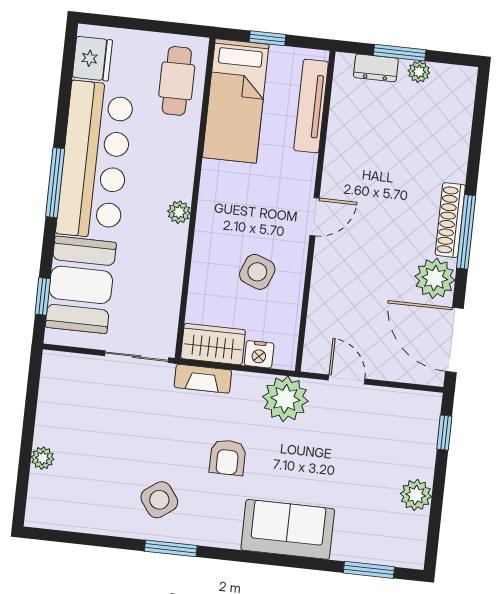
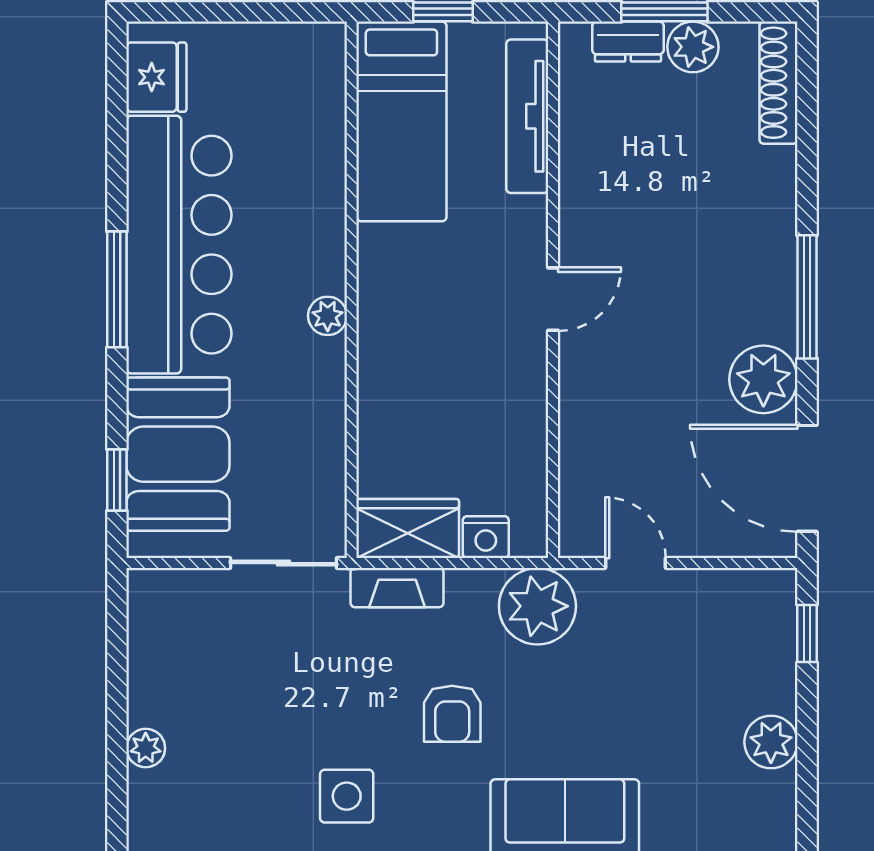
plant: (419, 72) -> (693, 47), width x1.38, depth x1.38
cafe table: (177, 81) -> (300, 99), removed
shoe rack: (450, 220) -> (778, 83), moved
side table: (257, 272) -> (468, 401), removed
side table: (159, 500) -> (347, 796), turned 36

